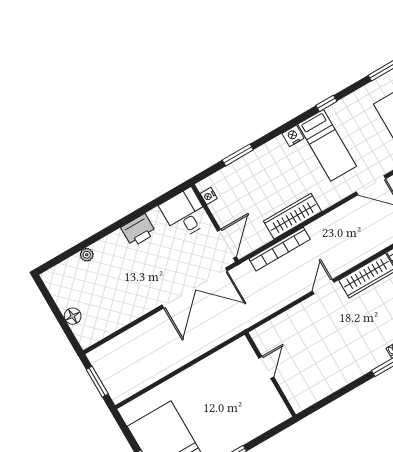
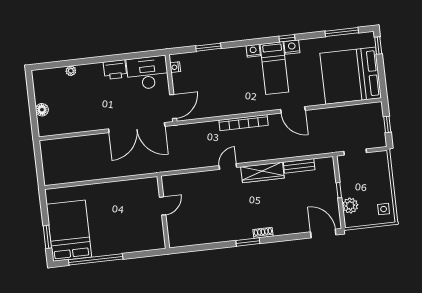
nightstand: (337, 111) -> (292, 47), added
desk: (185, 213) -> (148, 73), width x1.37
wardrobe: (292, 216) -> (228, 107), removed
bookcase: (280, 249) -> (244, 123), moved
window: (97, 382) -> (39, 164), removed

